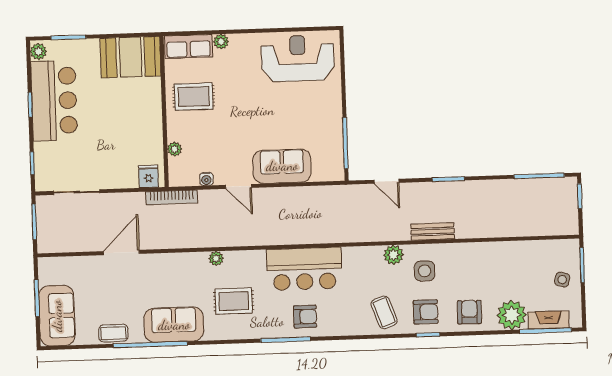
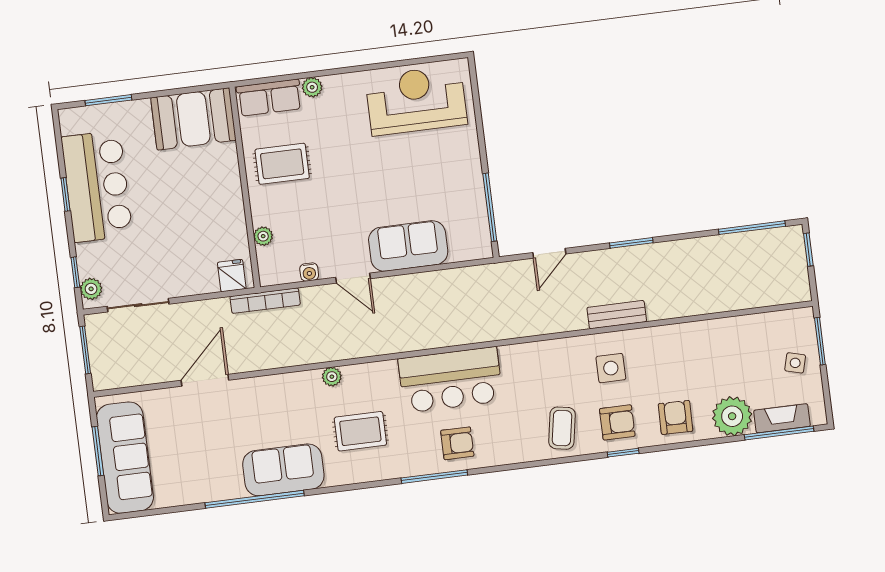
plant: (38, 52) -> (91, 289), moved
door: (386, 181) -> (549, 253), hinge flipped
plant: (394, 255) -> (568, 350), removed
coffee table: (384, 312) -> (562, 428), turned 30
sofa: (57, 316) -> (125, 458), width x1.36
coffee table: (113, 333) -> (204, 489), removed

